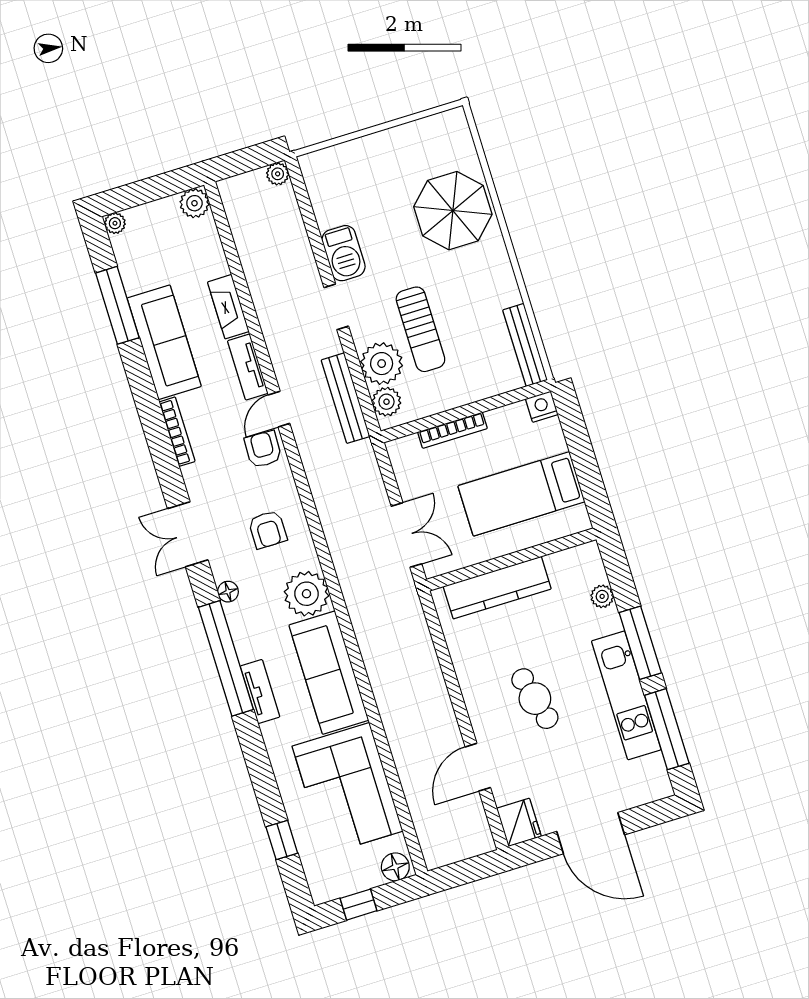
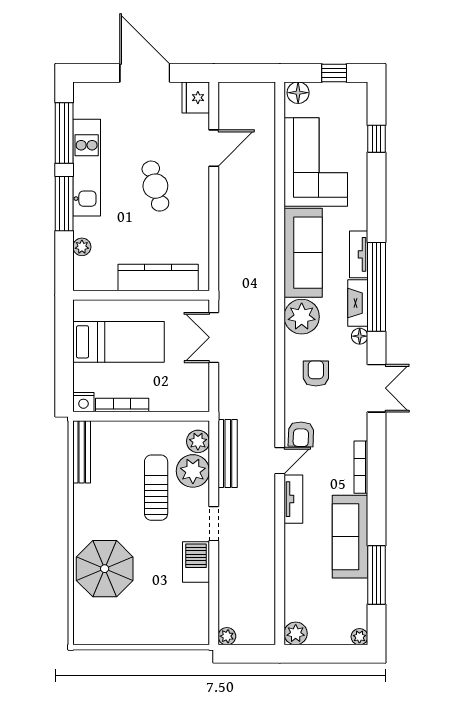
fireplace: (228, 307) -> (358, 303), moved, turned 180
bookcase: (452, 430) -> (122, 405), moved

